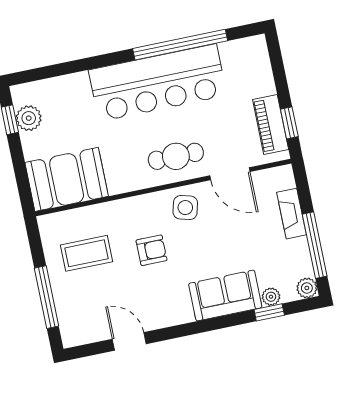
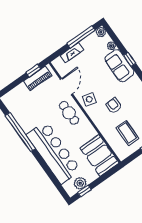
bar counter: (158, 83) -> (54, 153), moved
window: (269, 312) -> (130, 59), moved

